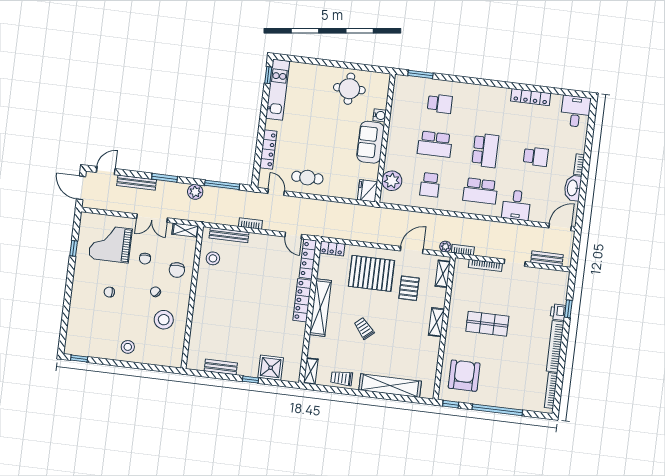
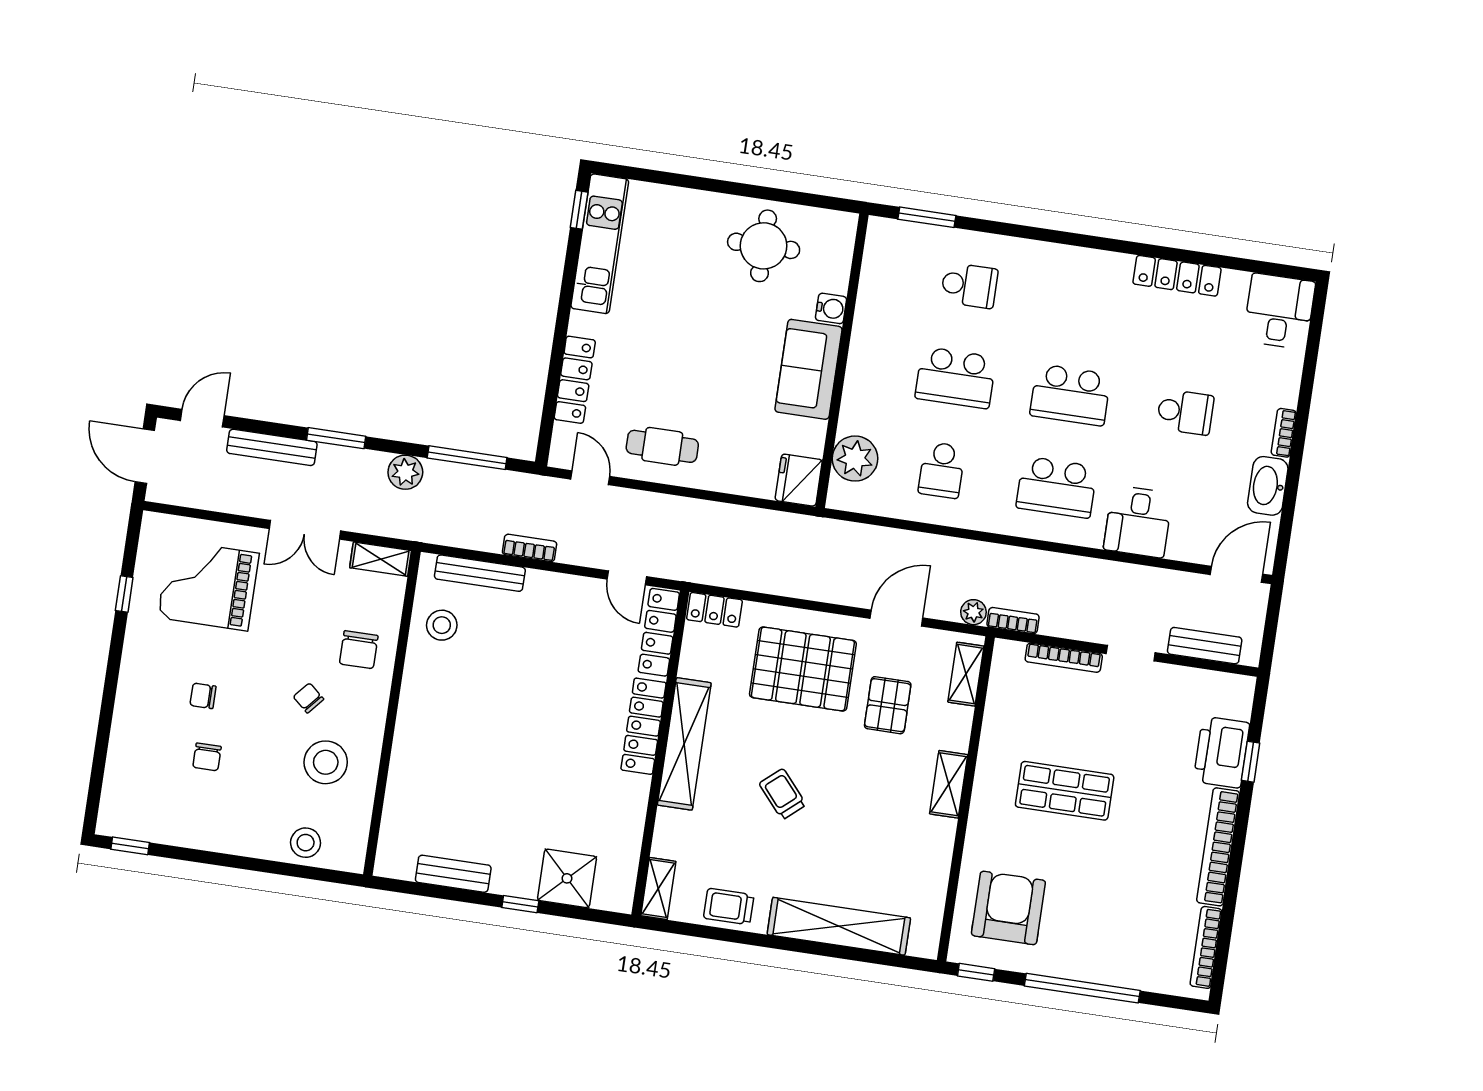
school desk: (485, 150) -> (1070, 395), turned 90
chair: (145, 259) -> (207, 757), moved
printer: (558, 312) -> (1221, 752), width x1.87, depth x1.48
stool: (128, 347) -> (306, 843), moved

